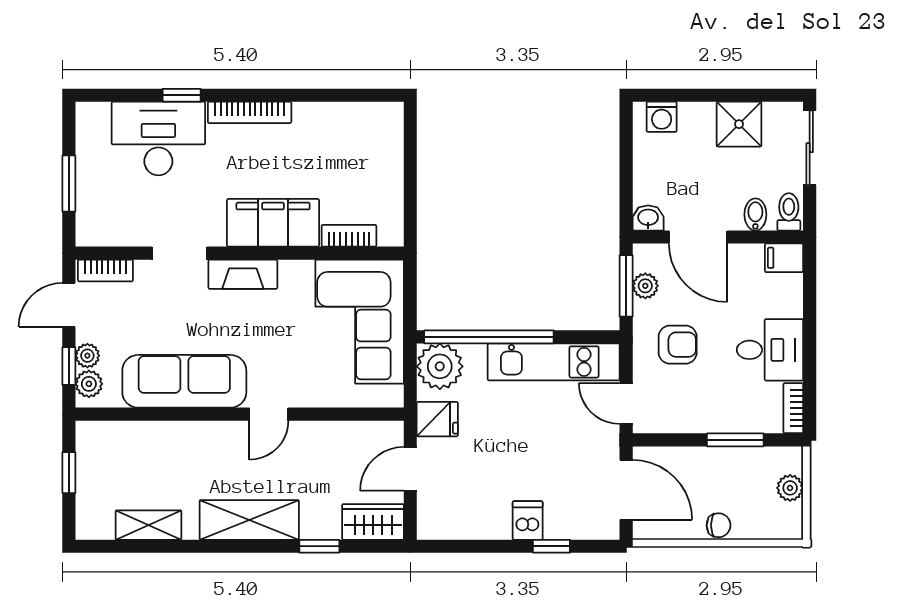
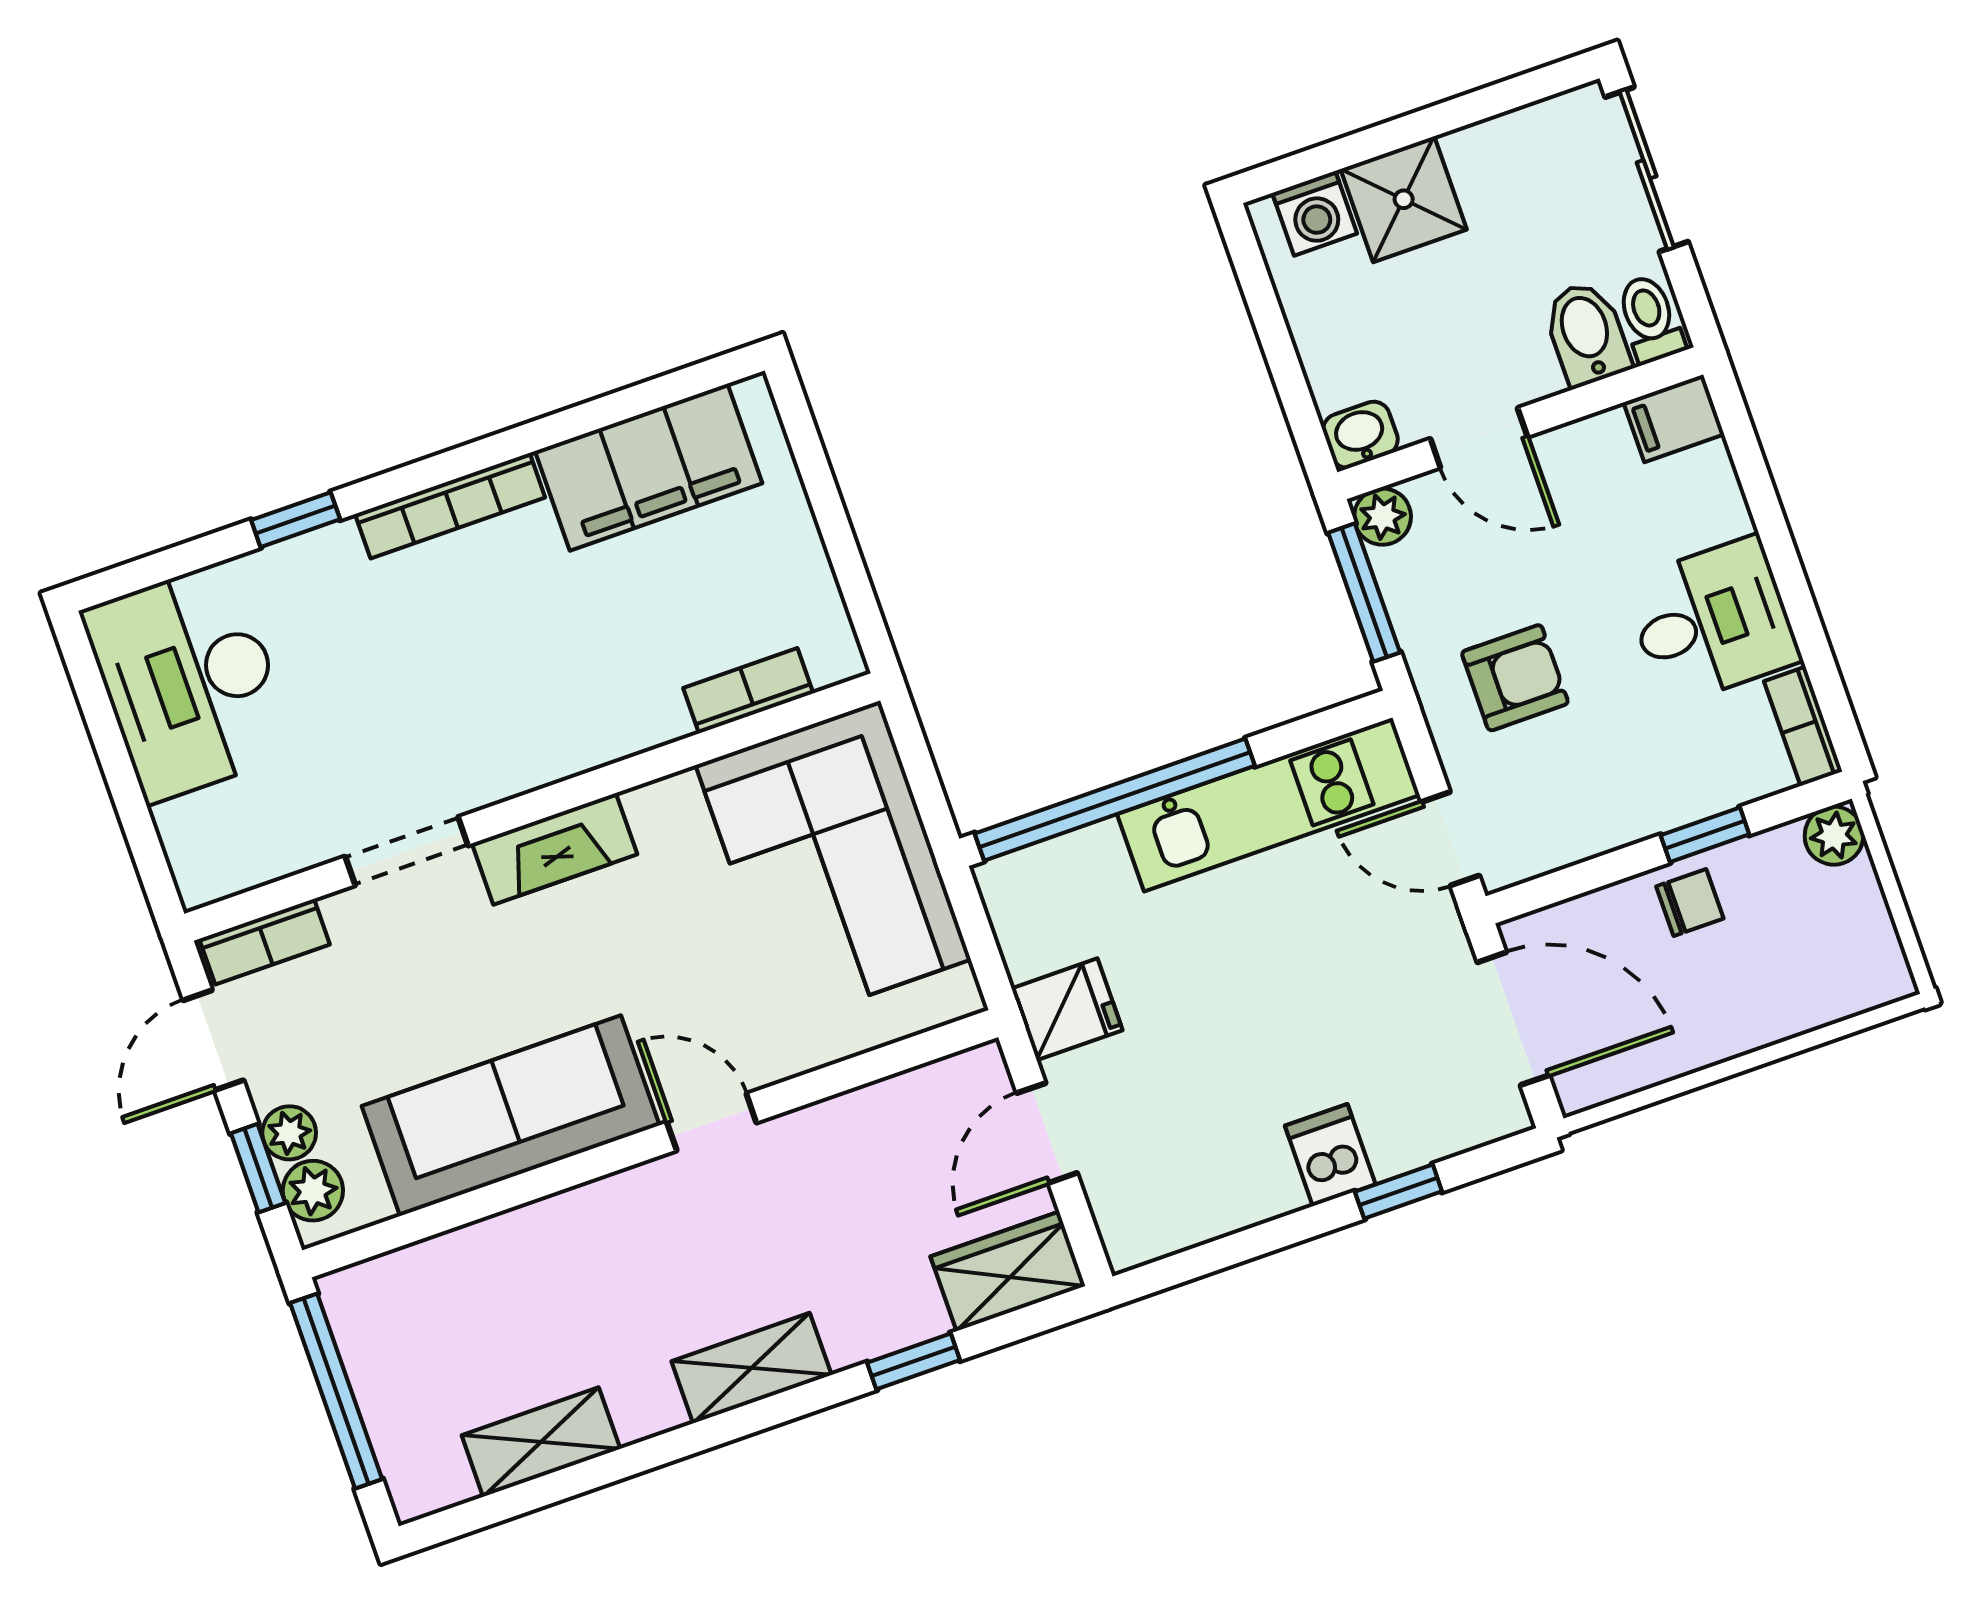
shower: (739, 124) -> (1404, 199), moved
desk: (158, 139) -> (189, 682), moved, turned -90
window: (69, 184) -> (124, 787), removed
bidet: (755, 214) -> (1587, 334), width x1.38, depth x1.36
filing cabinet: (273, 223) -> (649, 467), moved, turned 180
door: (698, 237) -> (1479, 438), width x0.73
plant: (645, 286) -> (1383, 517), moved
plant: (440, 366) -> (1034, 897), removed
door: (269, 414) -> (712, 1122), swing flipped
window: (735, 440) -> (1705, 835), width x0.67
window: (69, 473) -> (336, 1391), width x2.17
plant: (790, 488) -> (1834, 836), moved
shelving: (249, 520) -> (751, 1368), width x0.67, depth x0.75
chair: (719, 525) -> (1690, 902), moved

